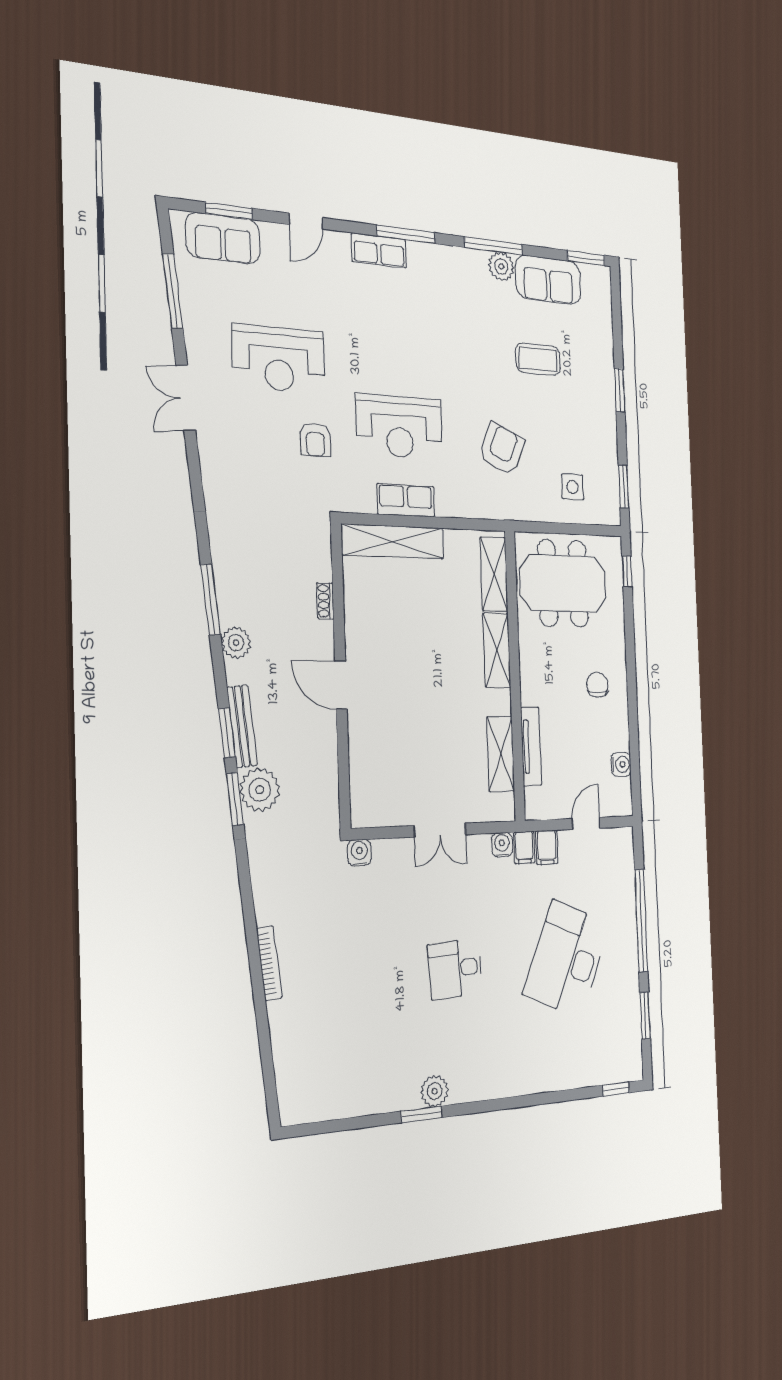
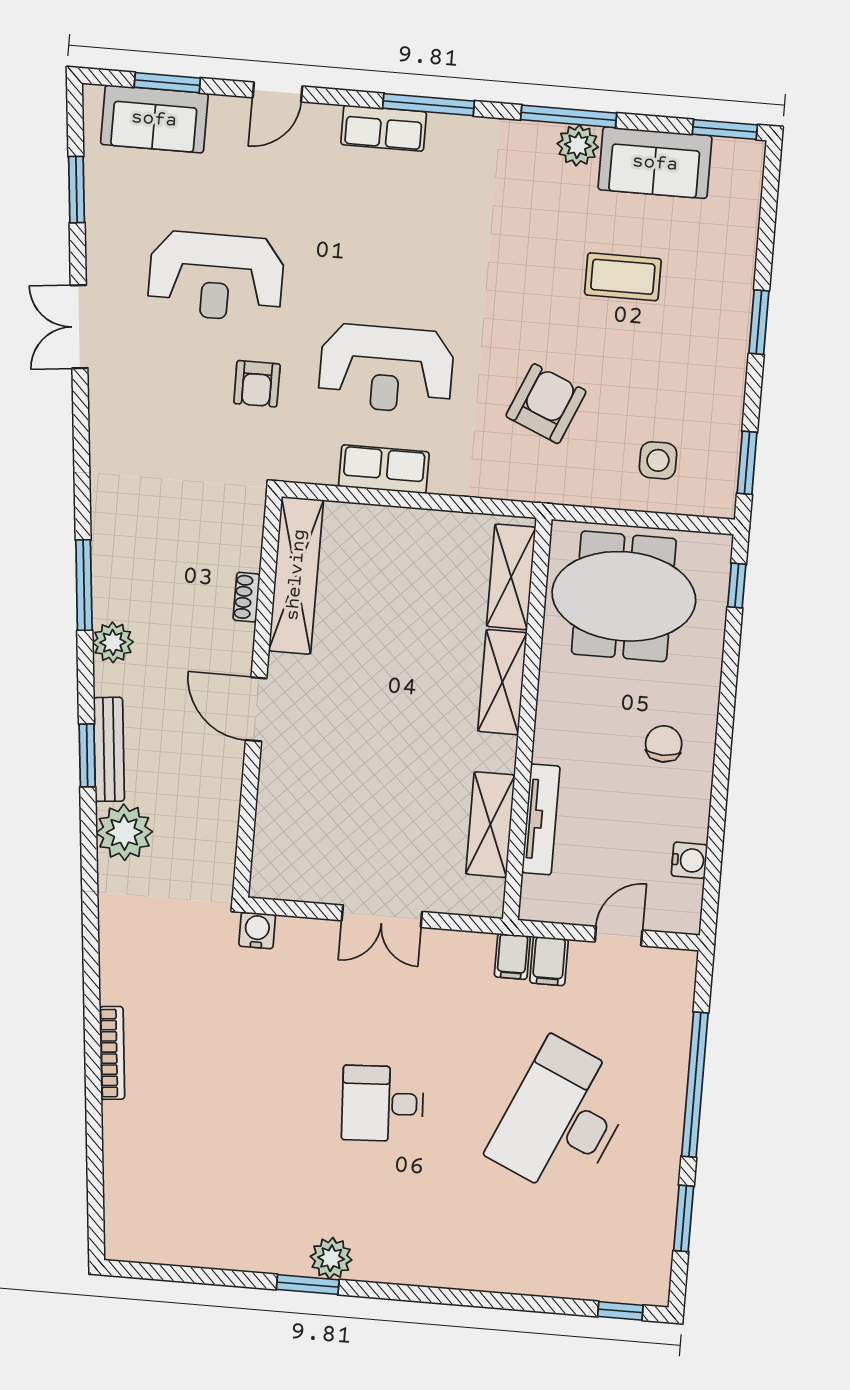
window: (173, 291) -> (77, 190), width x0.69
shelving: (393, 542) -> (296, 575), moved, turned 90
window: (235, 799) -> (89, 840), removed
water cooler: (502, 845) -> (477, 948), removed

